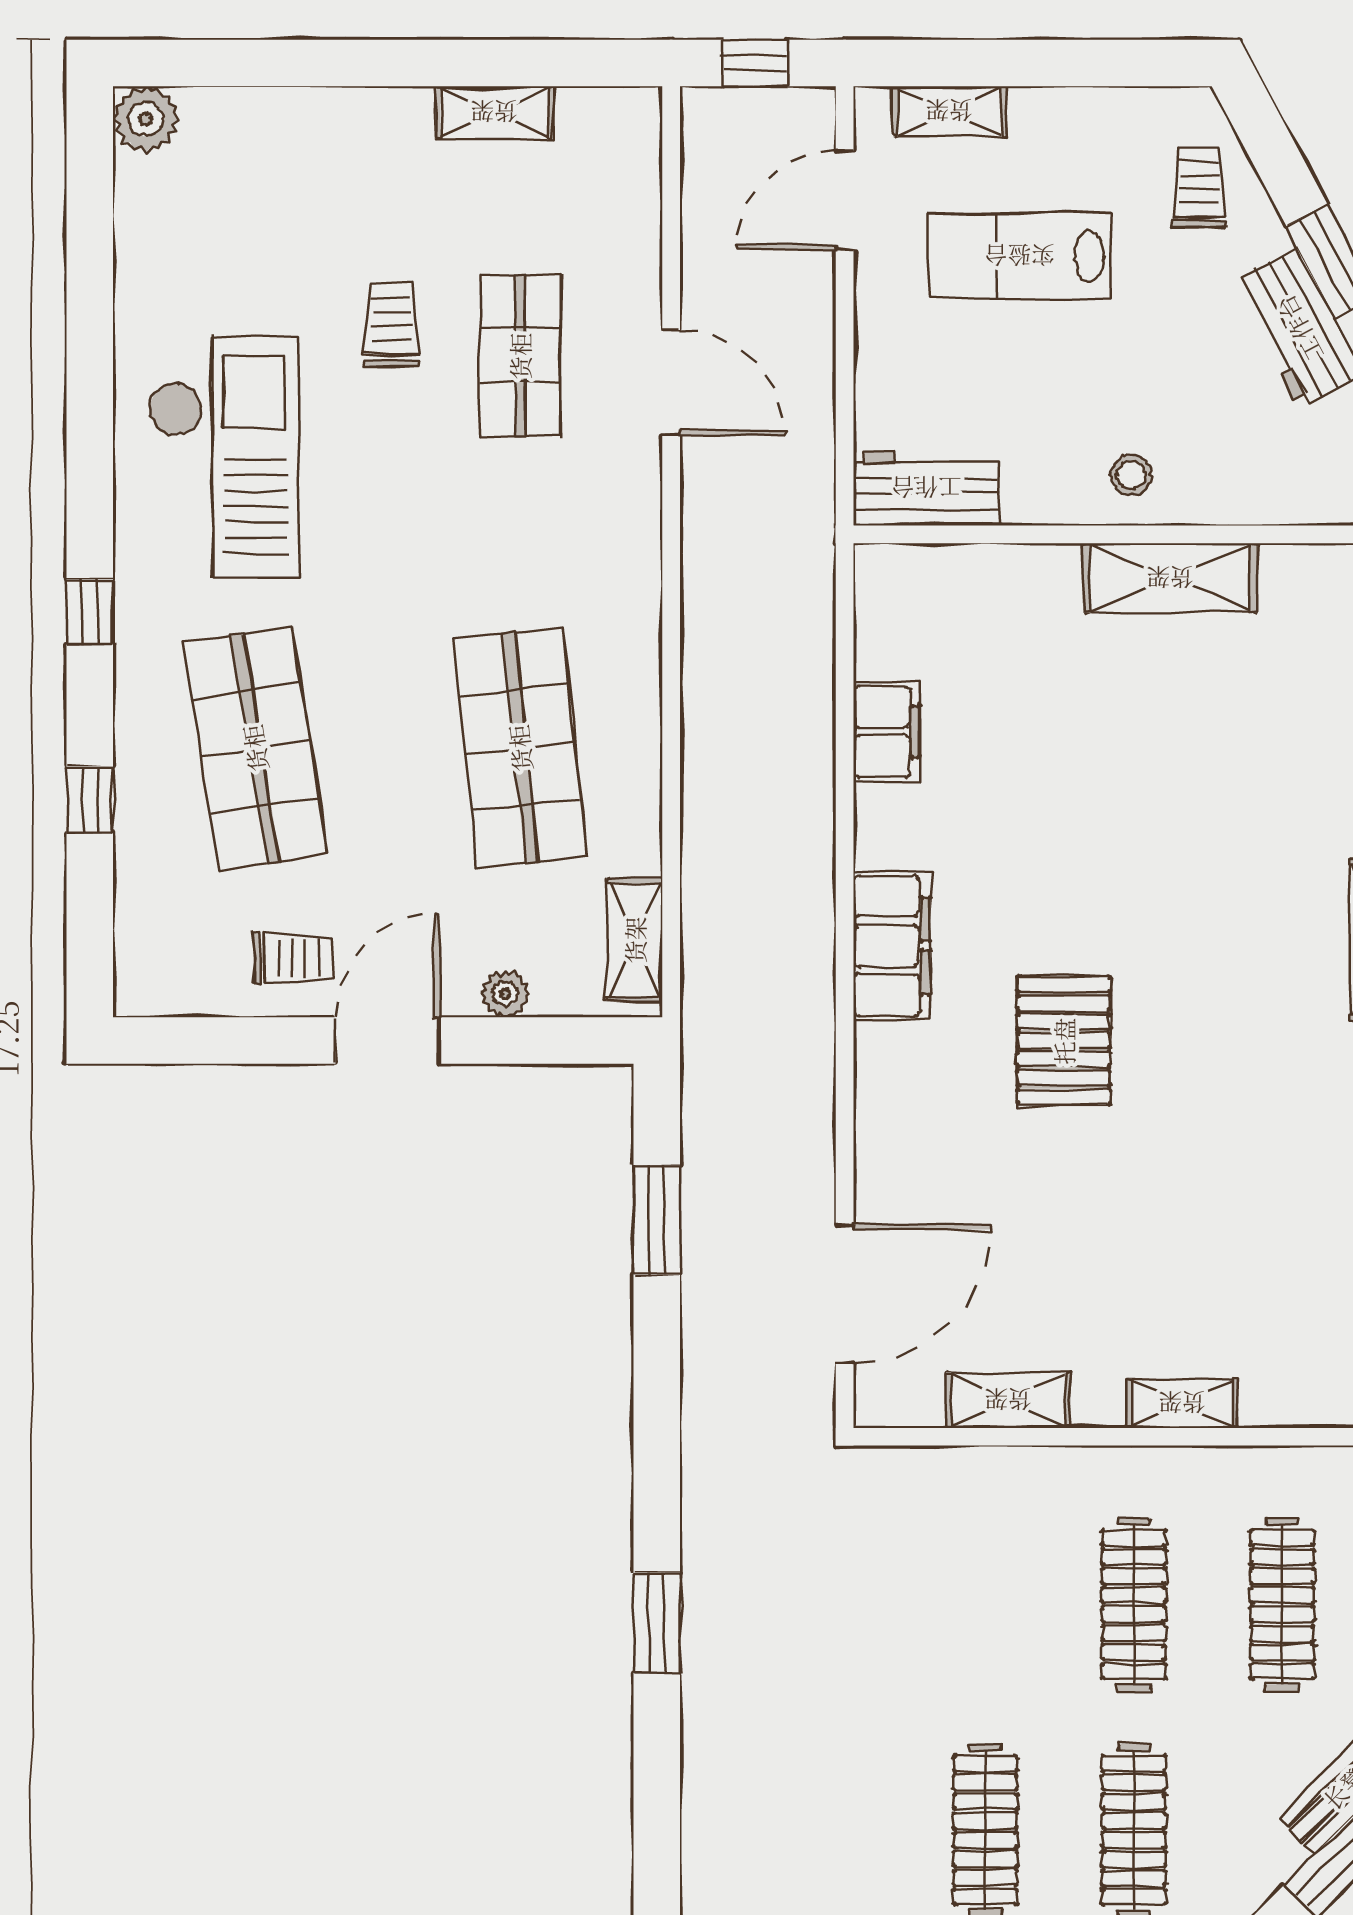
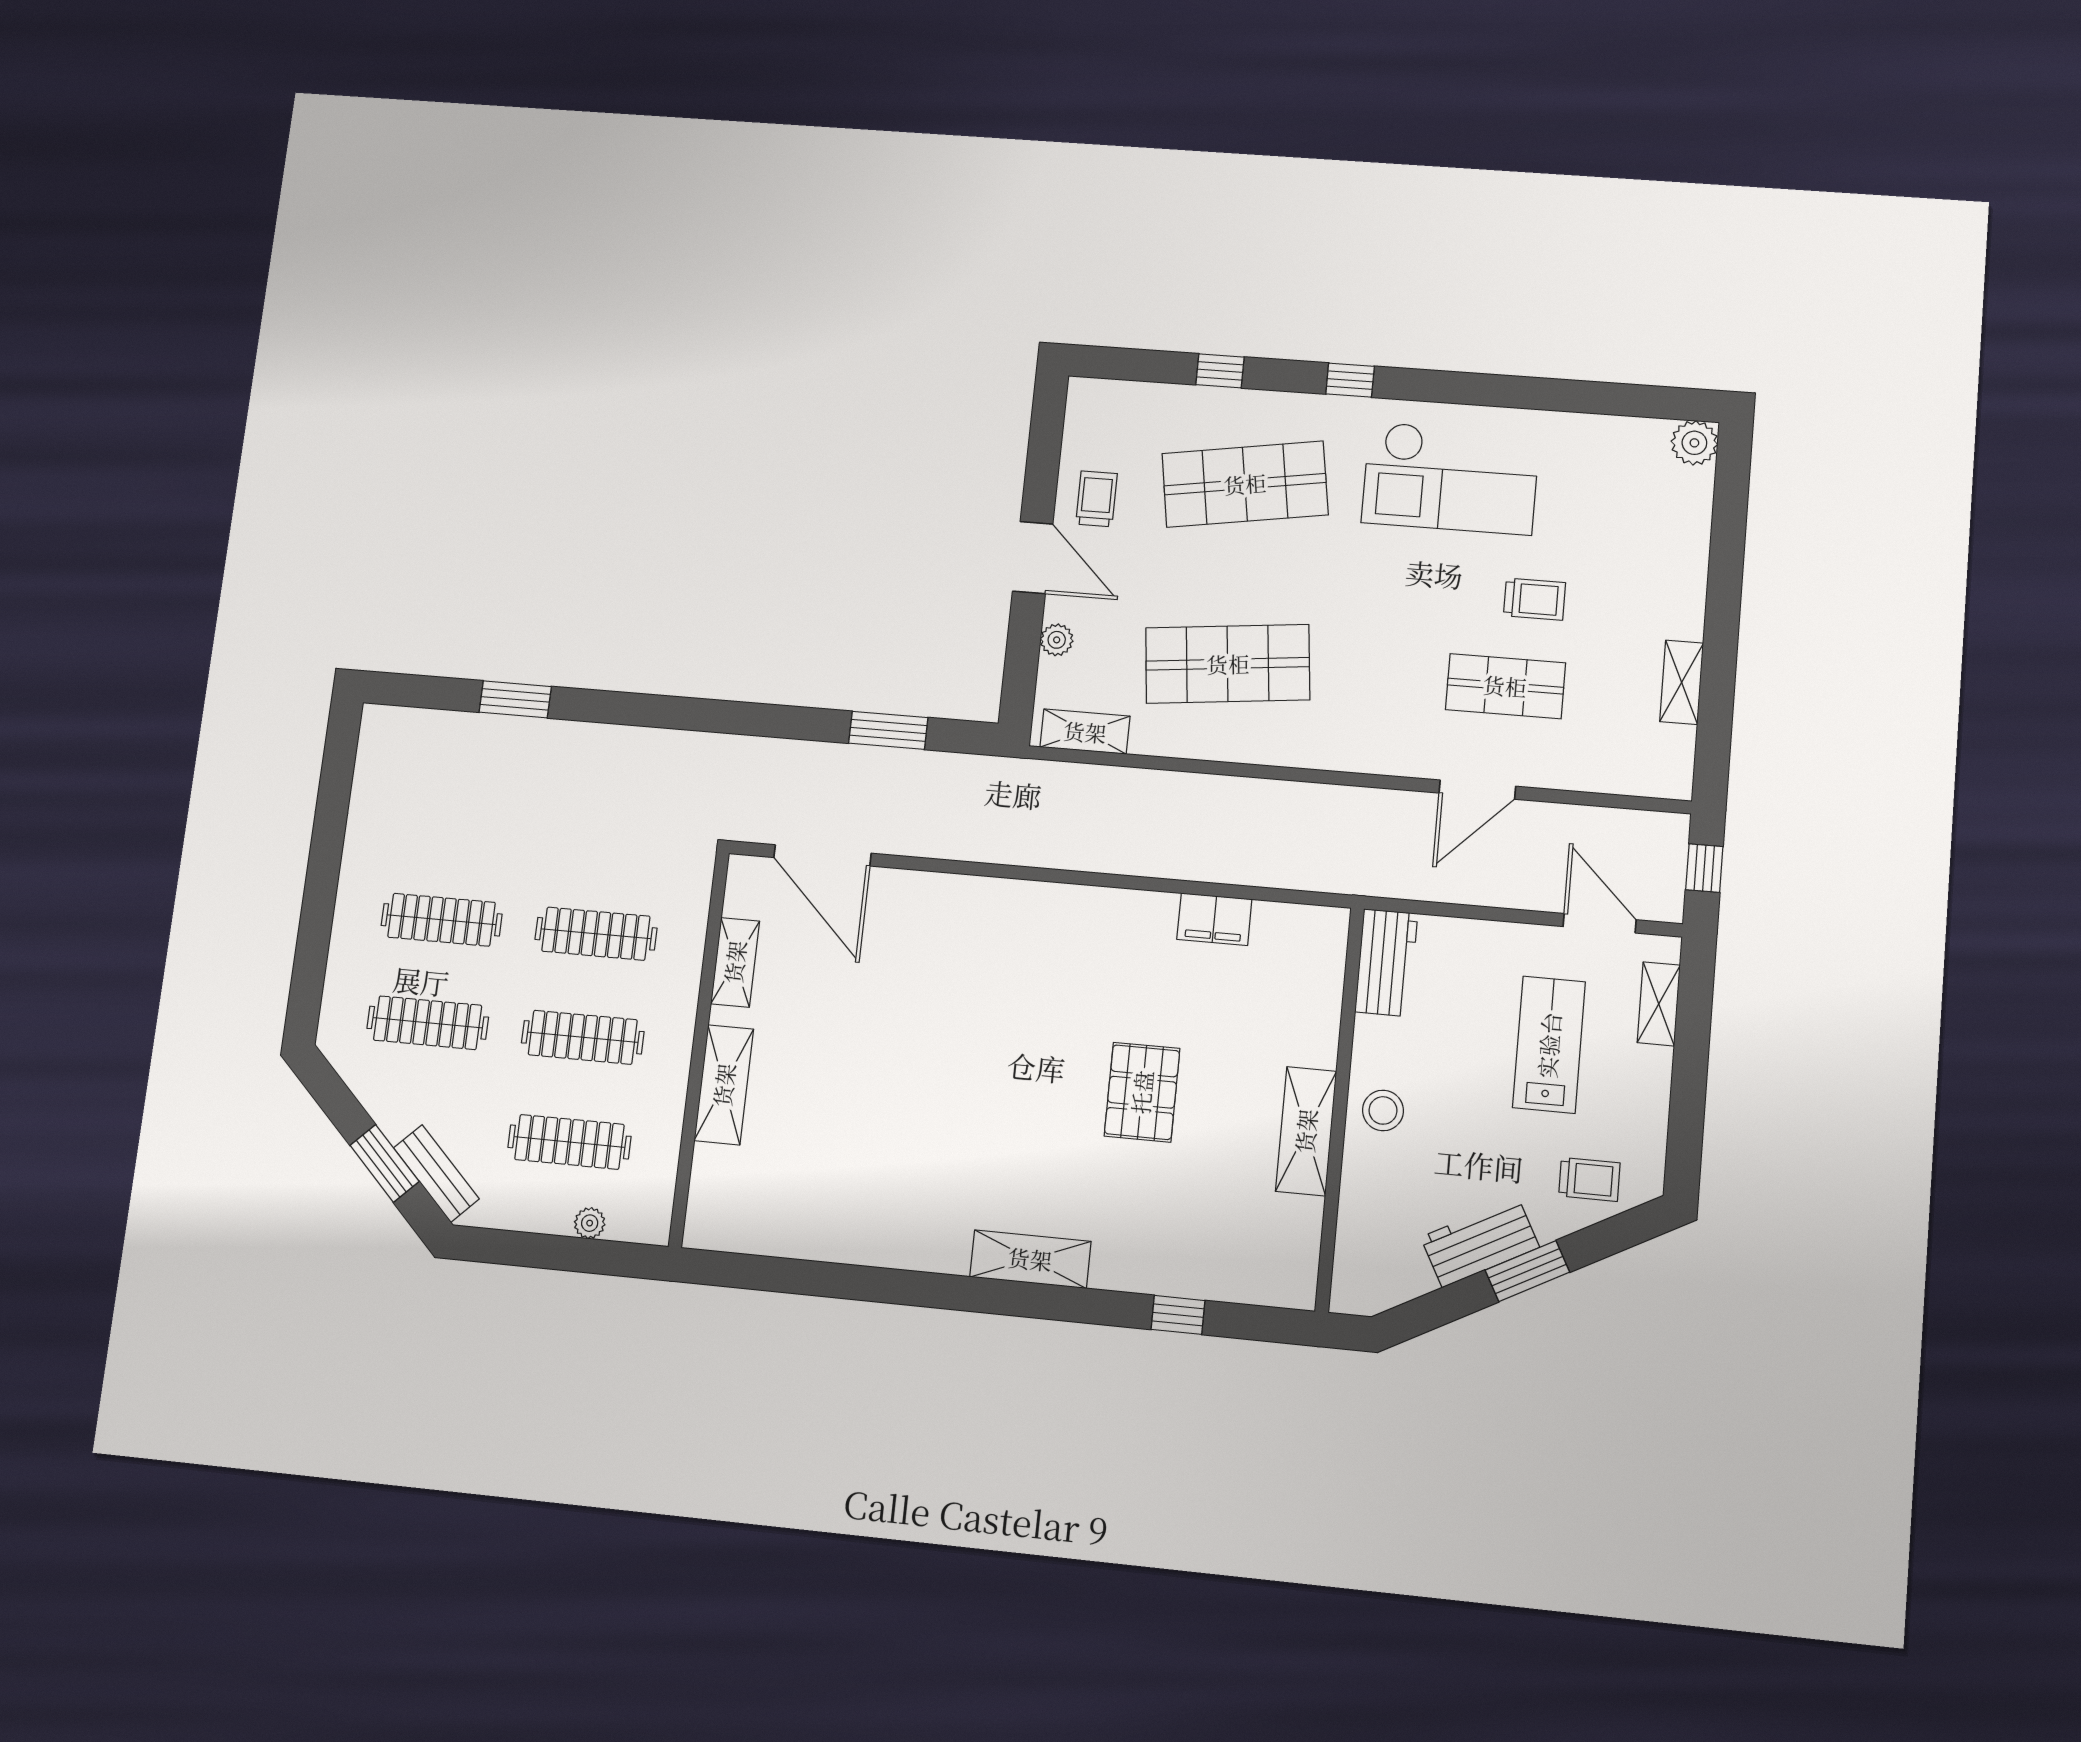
stool: (1131, 475) -> (1383, 1110), width x1.37, depth x1.37
filing cabinet: (892, 946) -> (1062, 910), removed
trolley: (294, 958) -> (1097, 499), turned 180
pallet: (1064, 1041) -> (1142, 1092), moved, turned 90
shelving: (1182, 1403) -> (724, 1085), width x1.50, depth x1.33
clothes rail: (985, 1604) -> (596, 934), added
window: (657, 1623) -> (515, 699), moved

